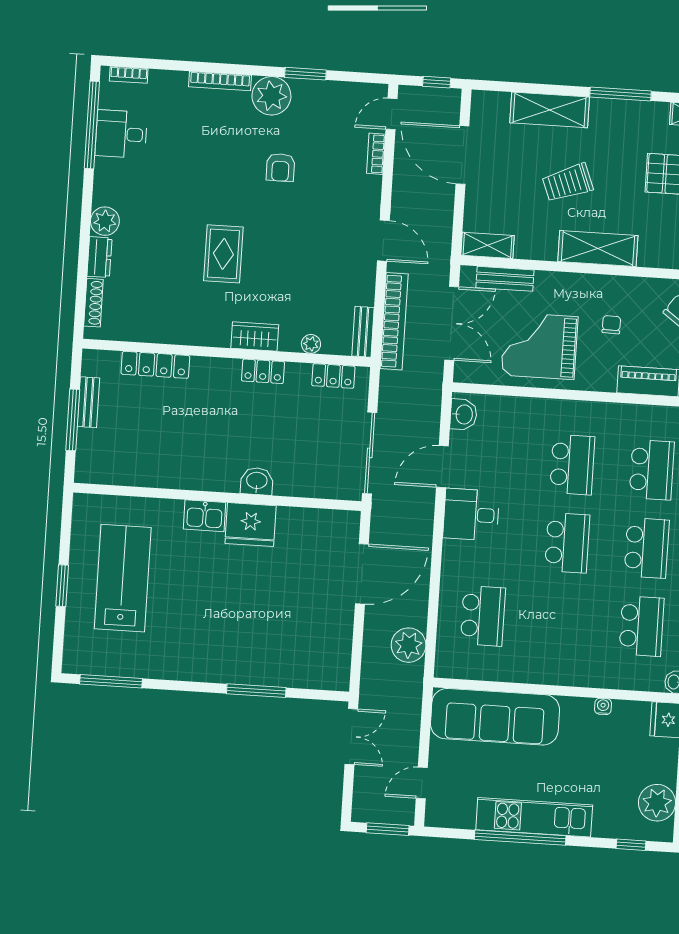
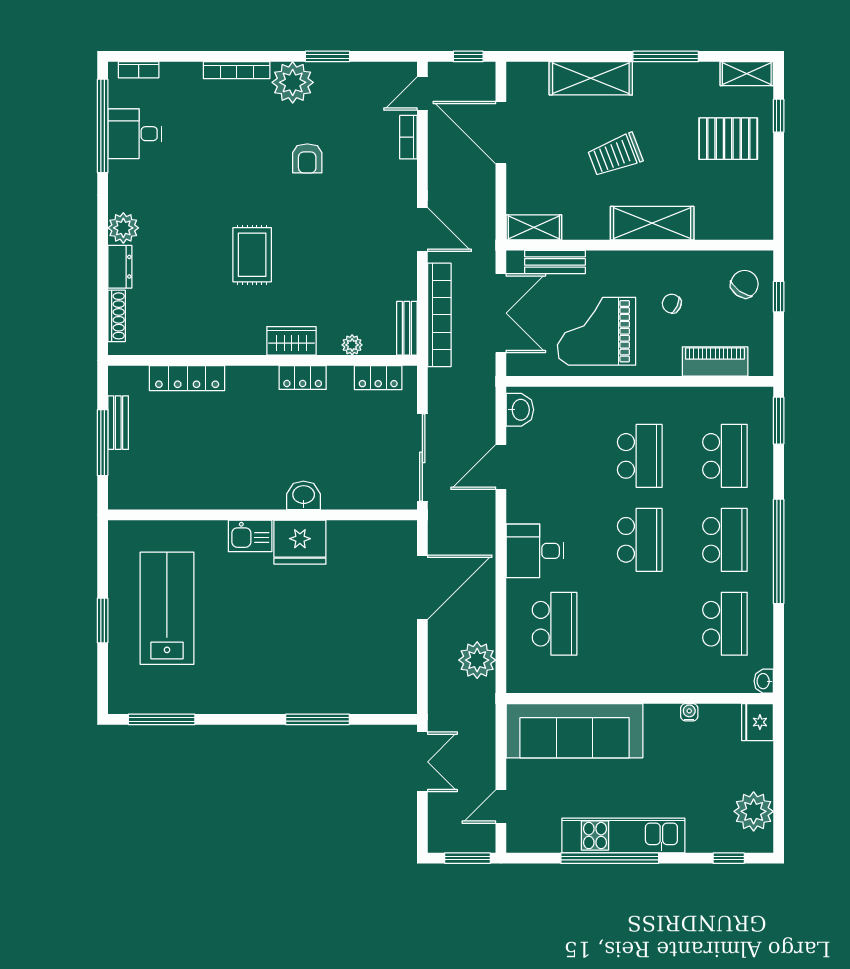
chair: (611, 325) -> (672, 304), turned -66
desk: (471, 515) -> (535, 551), moved

